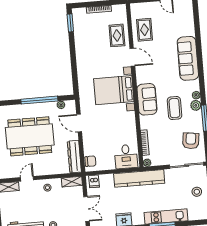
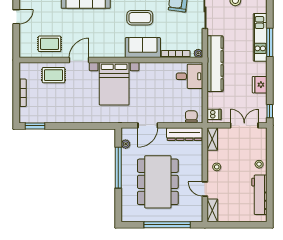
sofa: (147, 99) -> (143, 48), moved

